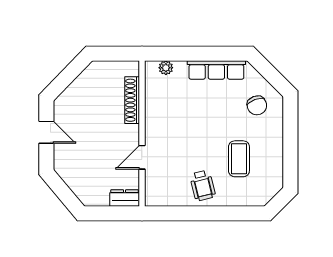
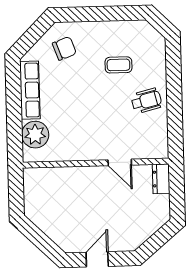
plant: (166, 68) -> (35, 135), width x1.88, depth x1.88
shoe rack: (132, 100) -> (63, 174), removed
coffee table: (239, 159) -> (118, 65), width x0.73, depth x0.77

